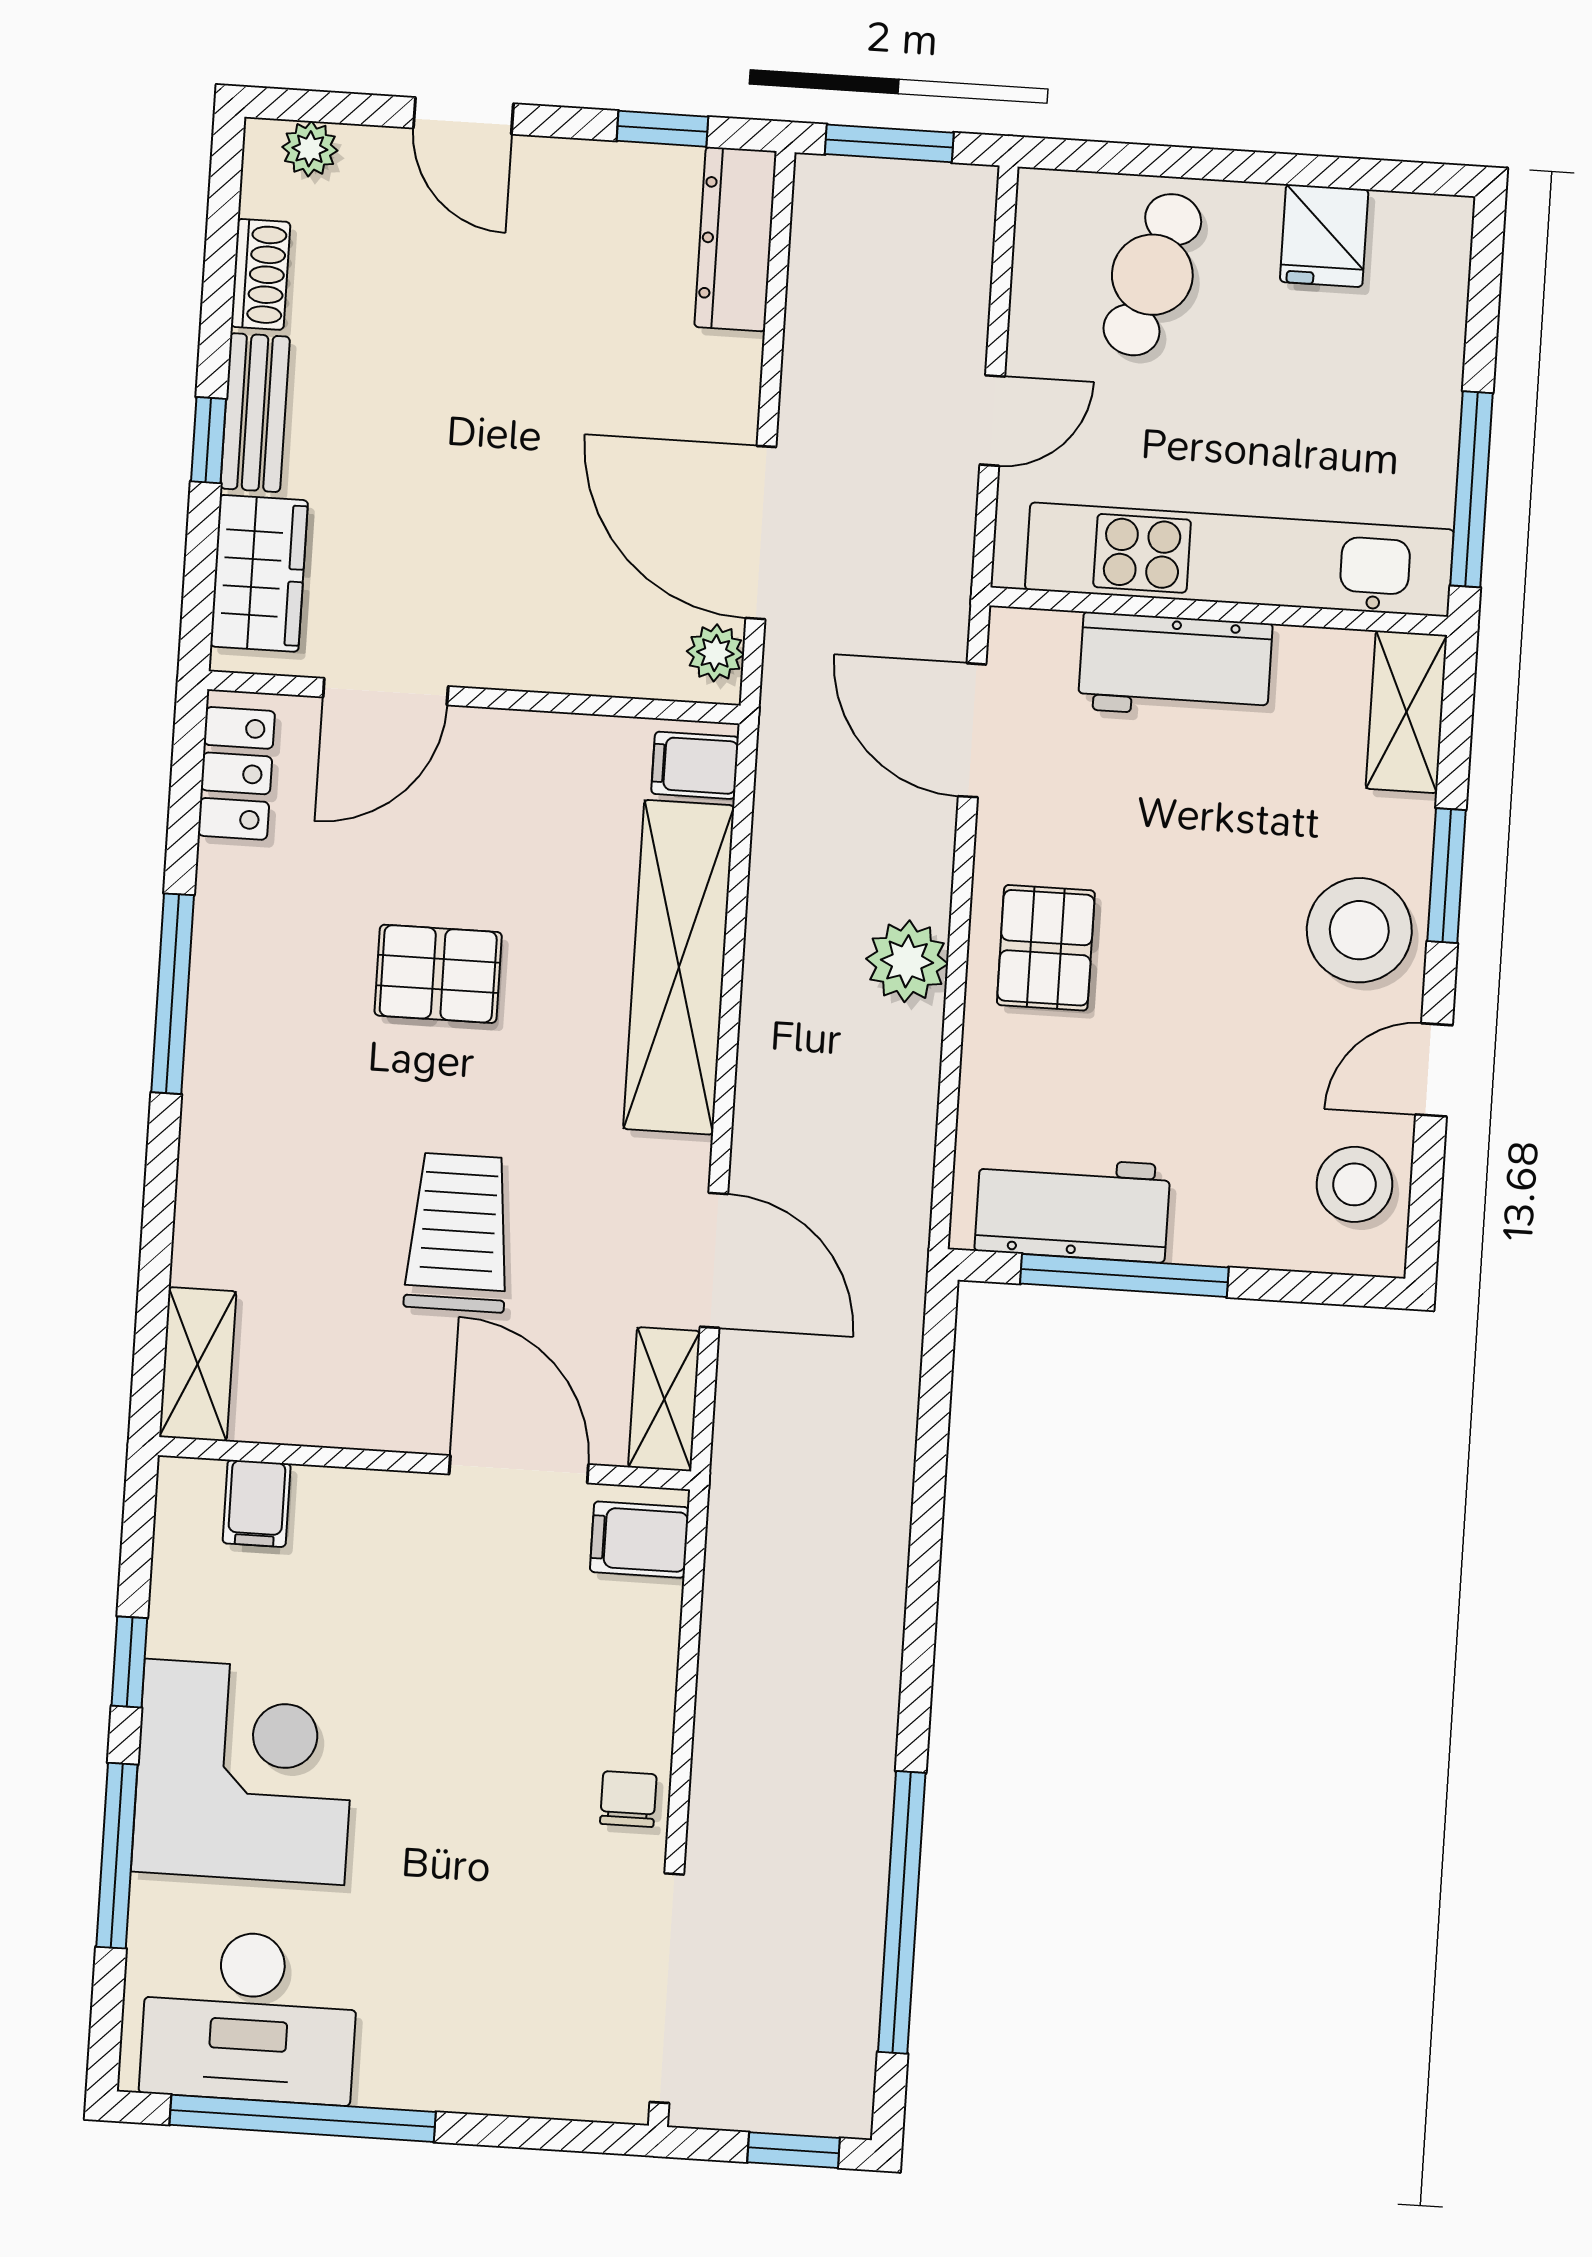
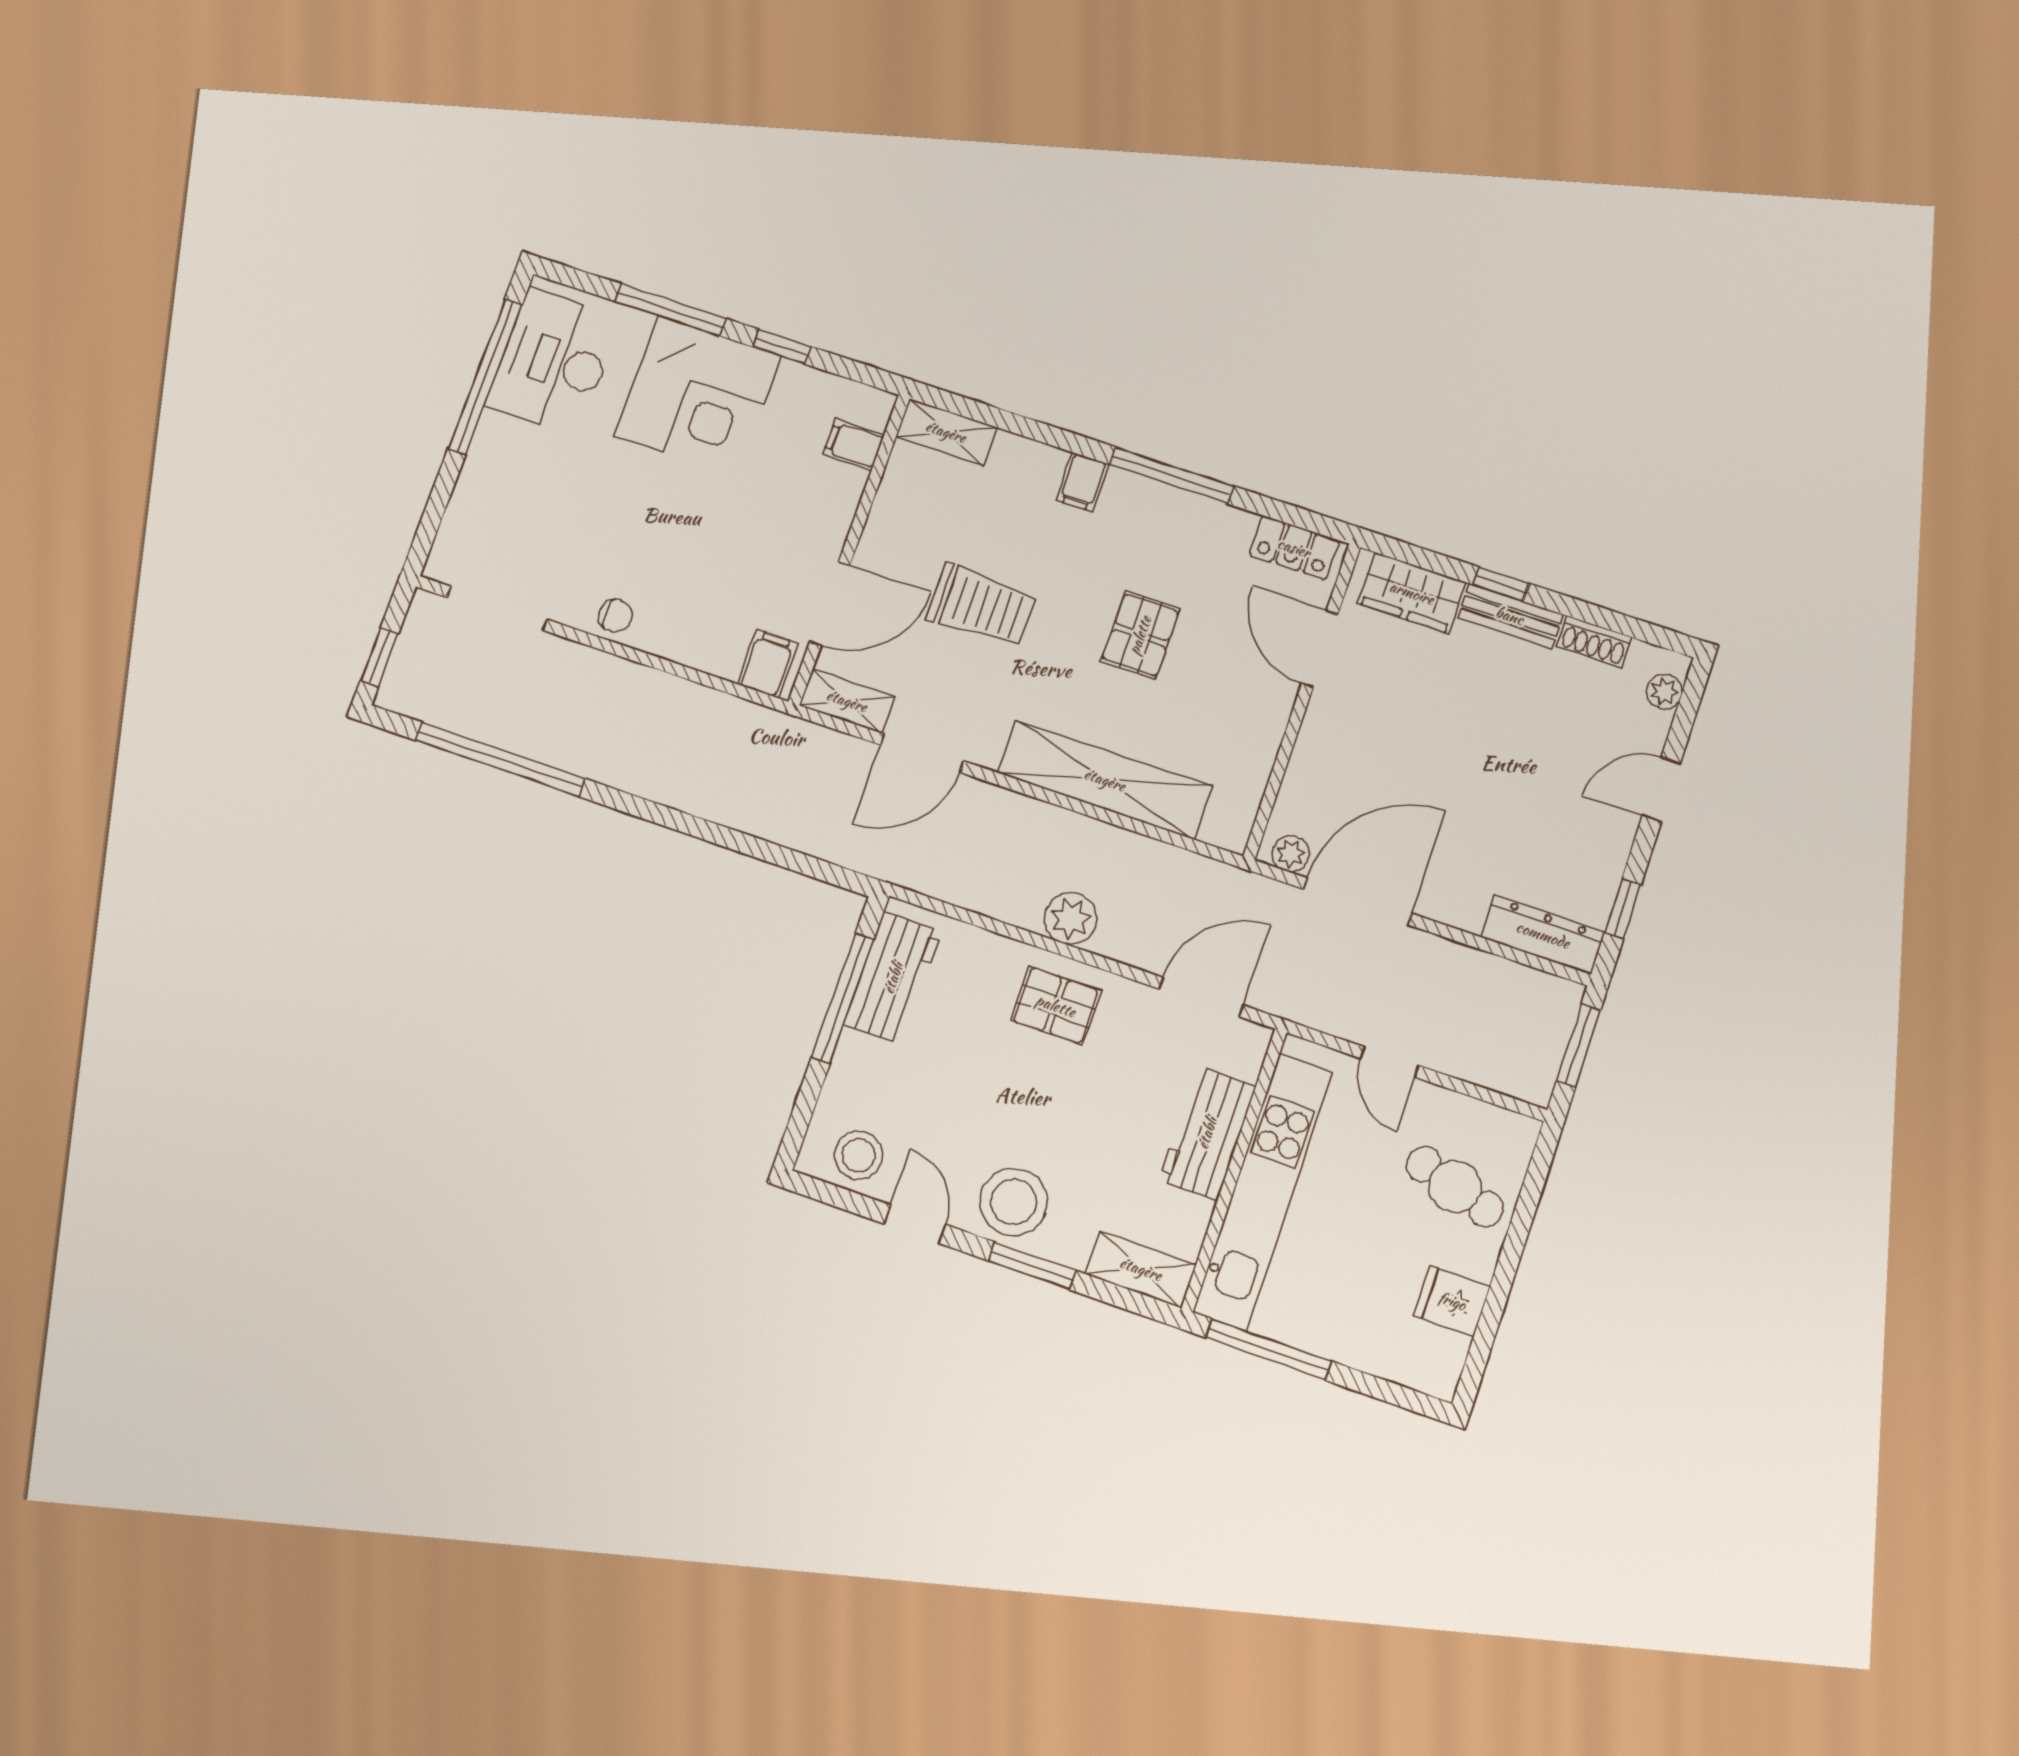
filing cabinet: (695, 765) -> (1082, 482), moved, turned 180
doorway: (667, 1988) -> (497, 608), width x0.73

